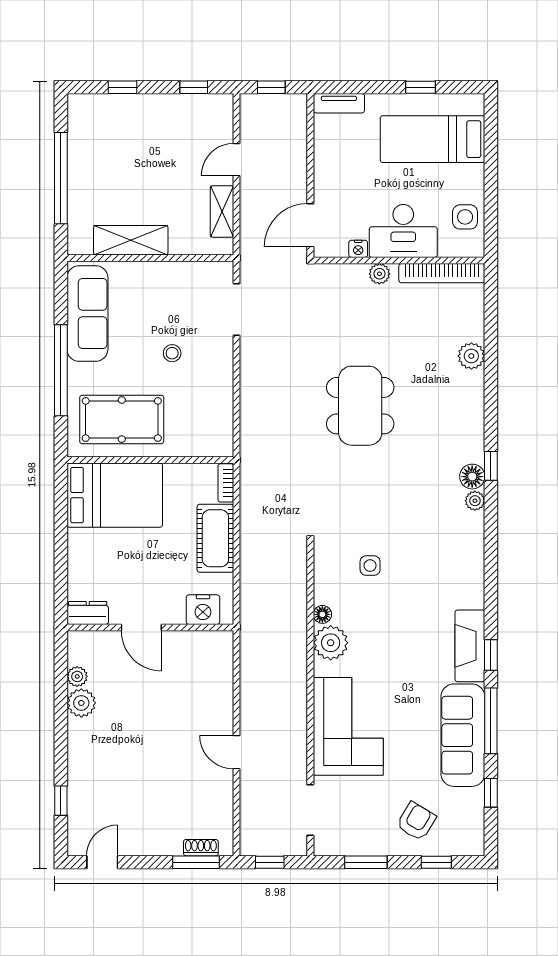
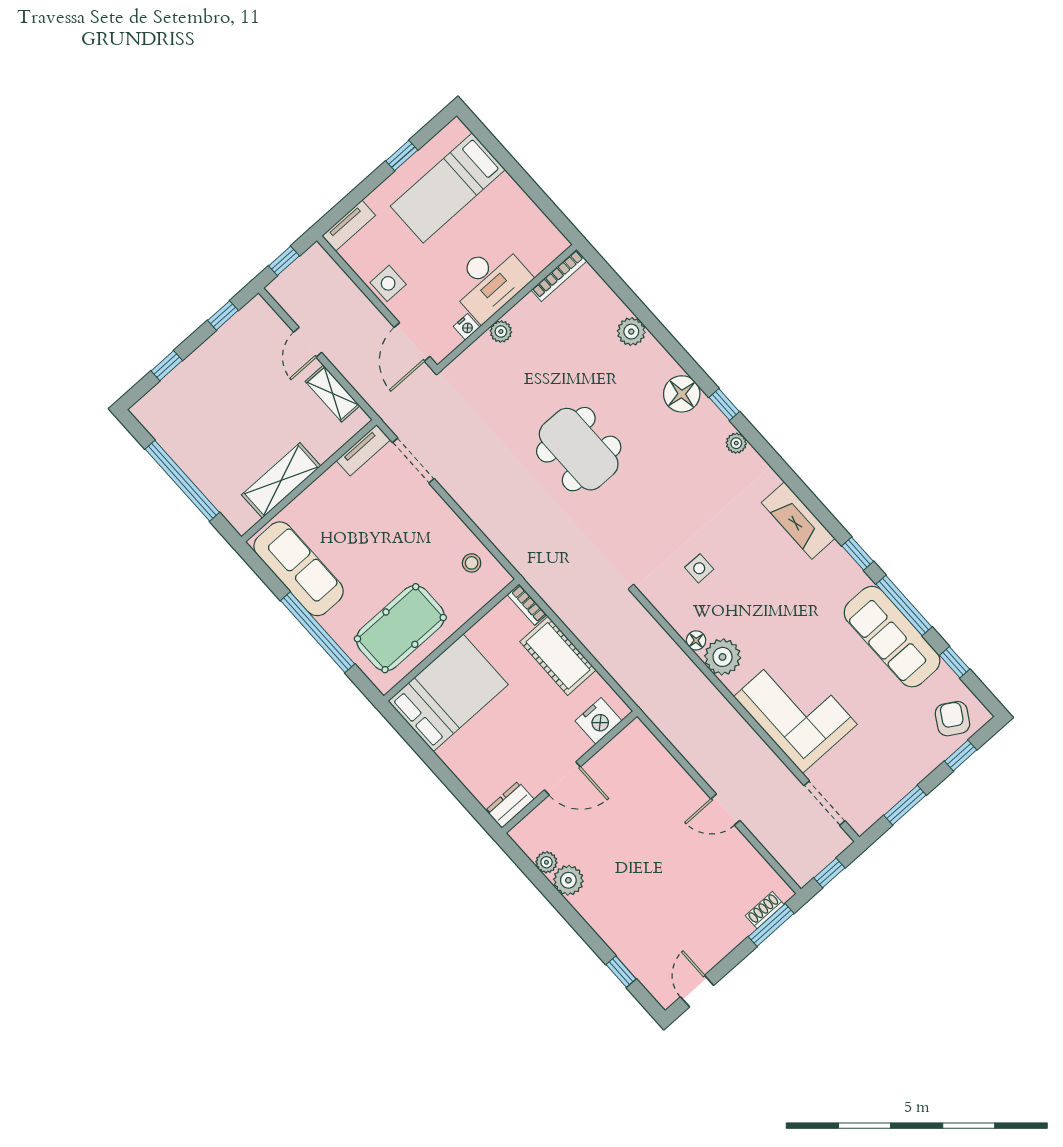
side table: (465, 217) -> (388, 283), moved
tv unit: (208, 271) -> (363, 450), added
bookcase: (442, 273) -> (559, 275), width x0.68, depth x0.76
stool: (172, 353) -> (472, 563), moved
floor lamp: (472, 477) -> (682, 394), moved, width x1.38, depth x1.38
fireplace: (470, 646) -> (798, 520), moved
armchair: (416, 821) -> (952, 719), moved

